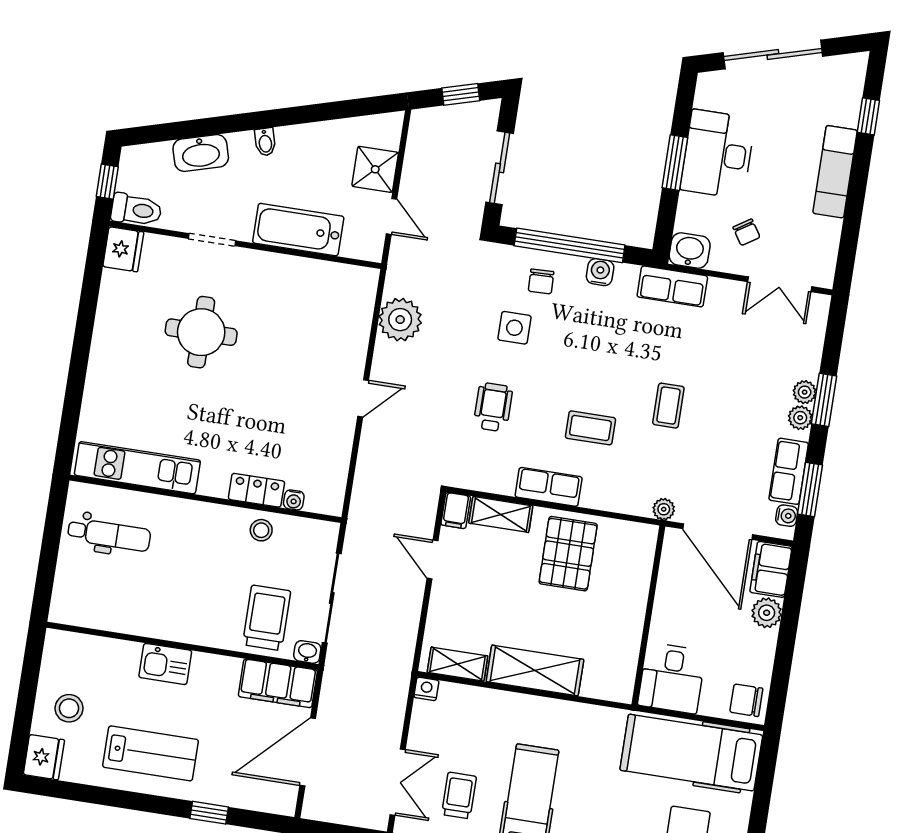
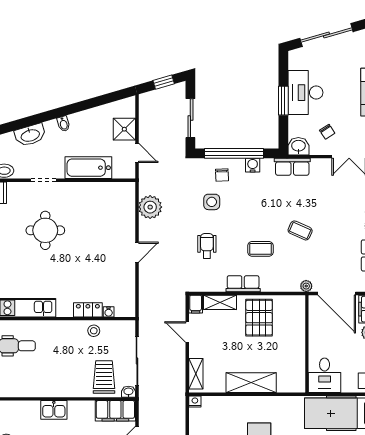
coffee table: (668, 406) -> (300, 230), turned -66
shelving: (458, 664) -> (196, 374), moved, turned 90

